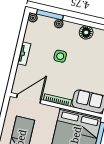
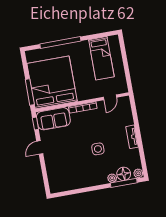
floor lamp: (86, 32) -> (124, 174), moved
door: (29, 99) -> (110, 97), width x0.53

